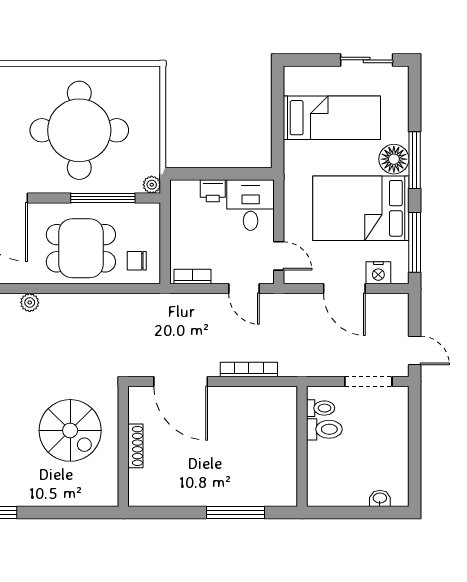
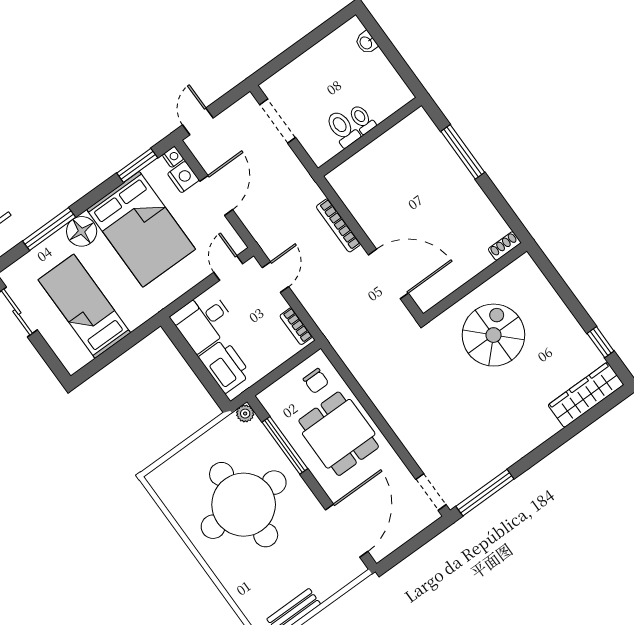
window: (415, 160) -> (49, 229), moved
printer: (213, 191) -> (225, 366), width x1.87, depth x1.48
window: (415, 242) -> (137, 165), width x0.69
nightstand: (401, 276) -> (173, 157), added
plant: (30, 302) -> (413, 443), removed
door: (415, 350) -> (198, 121), moved
door: (181, 381) -> (388, 274), hinge flipped
toilet: (321, 408) -> (362, 119), moved
shoe rack: (135, 446) -> (505, 246), moved, width x0.70

